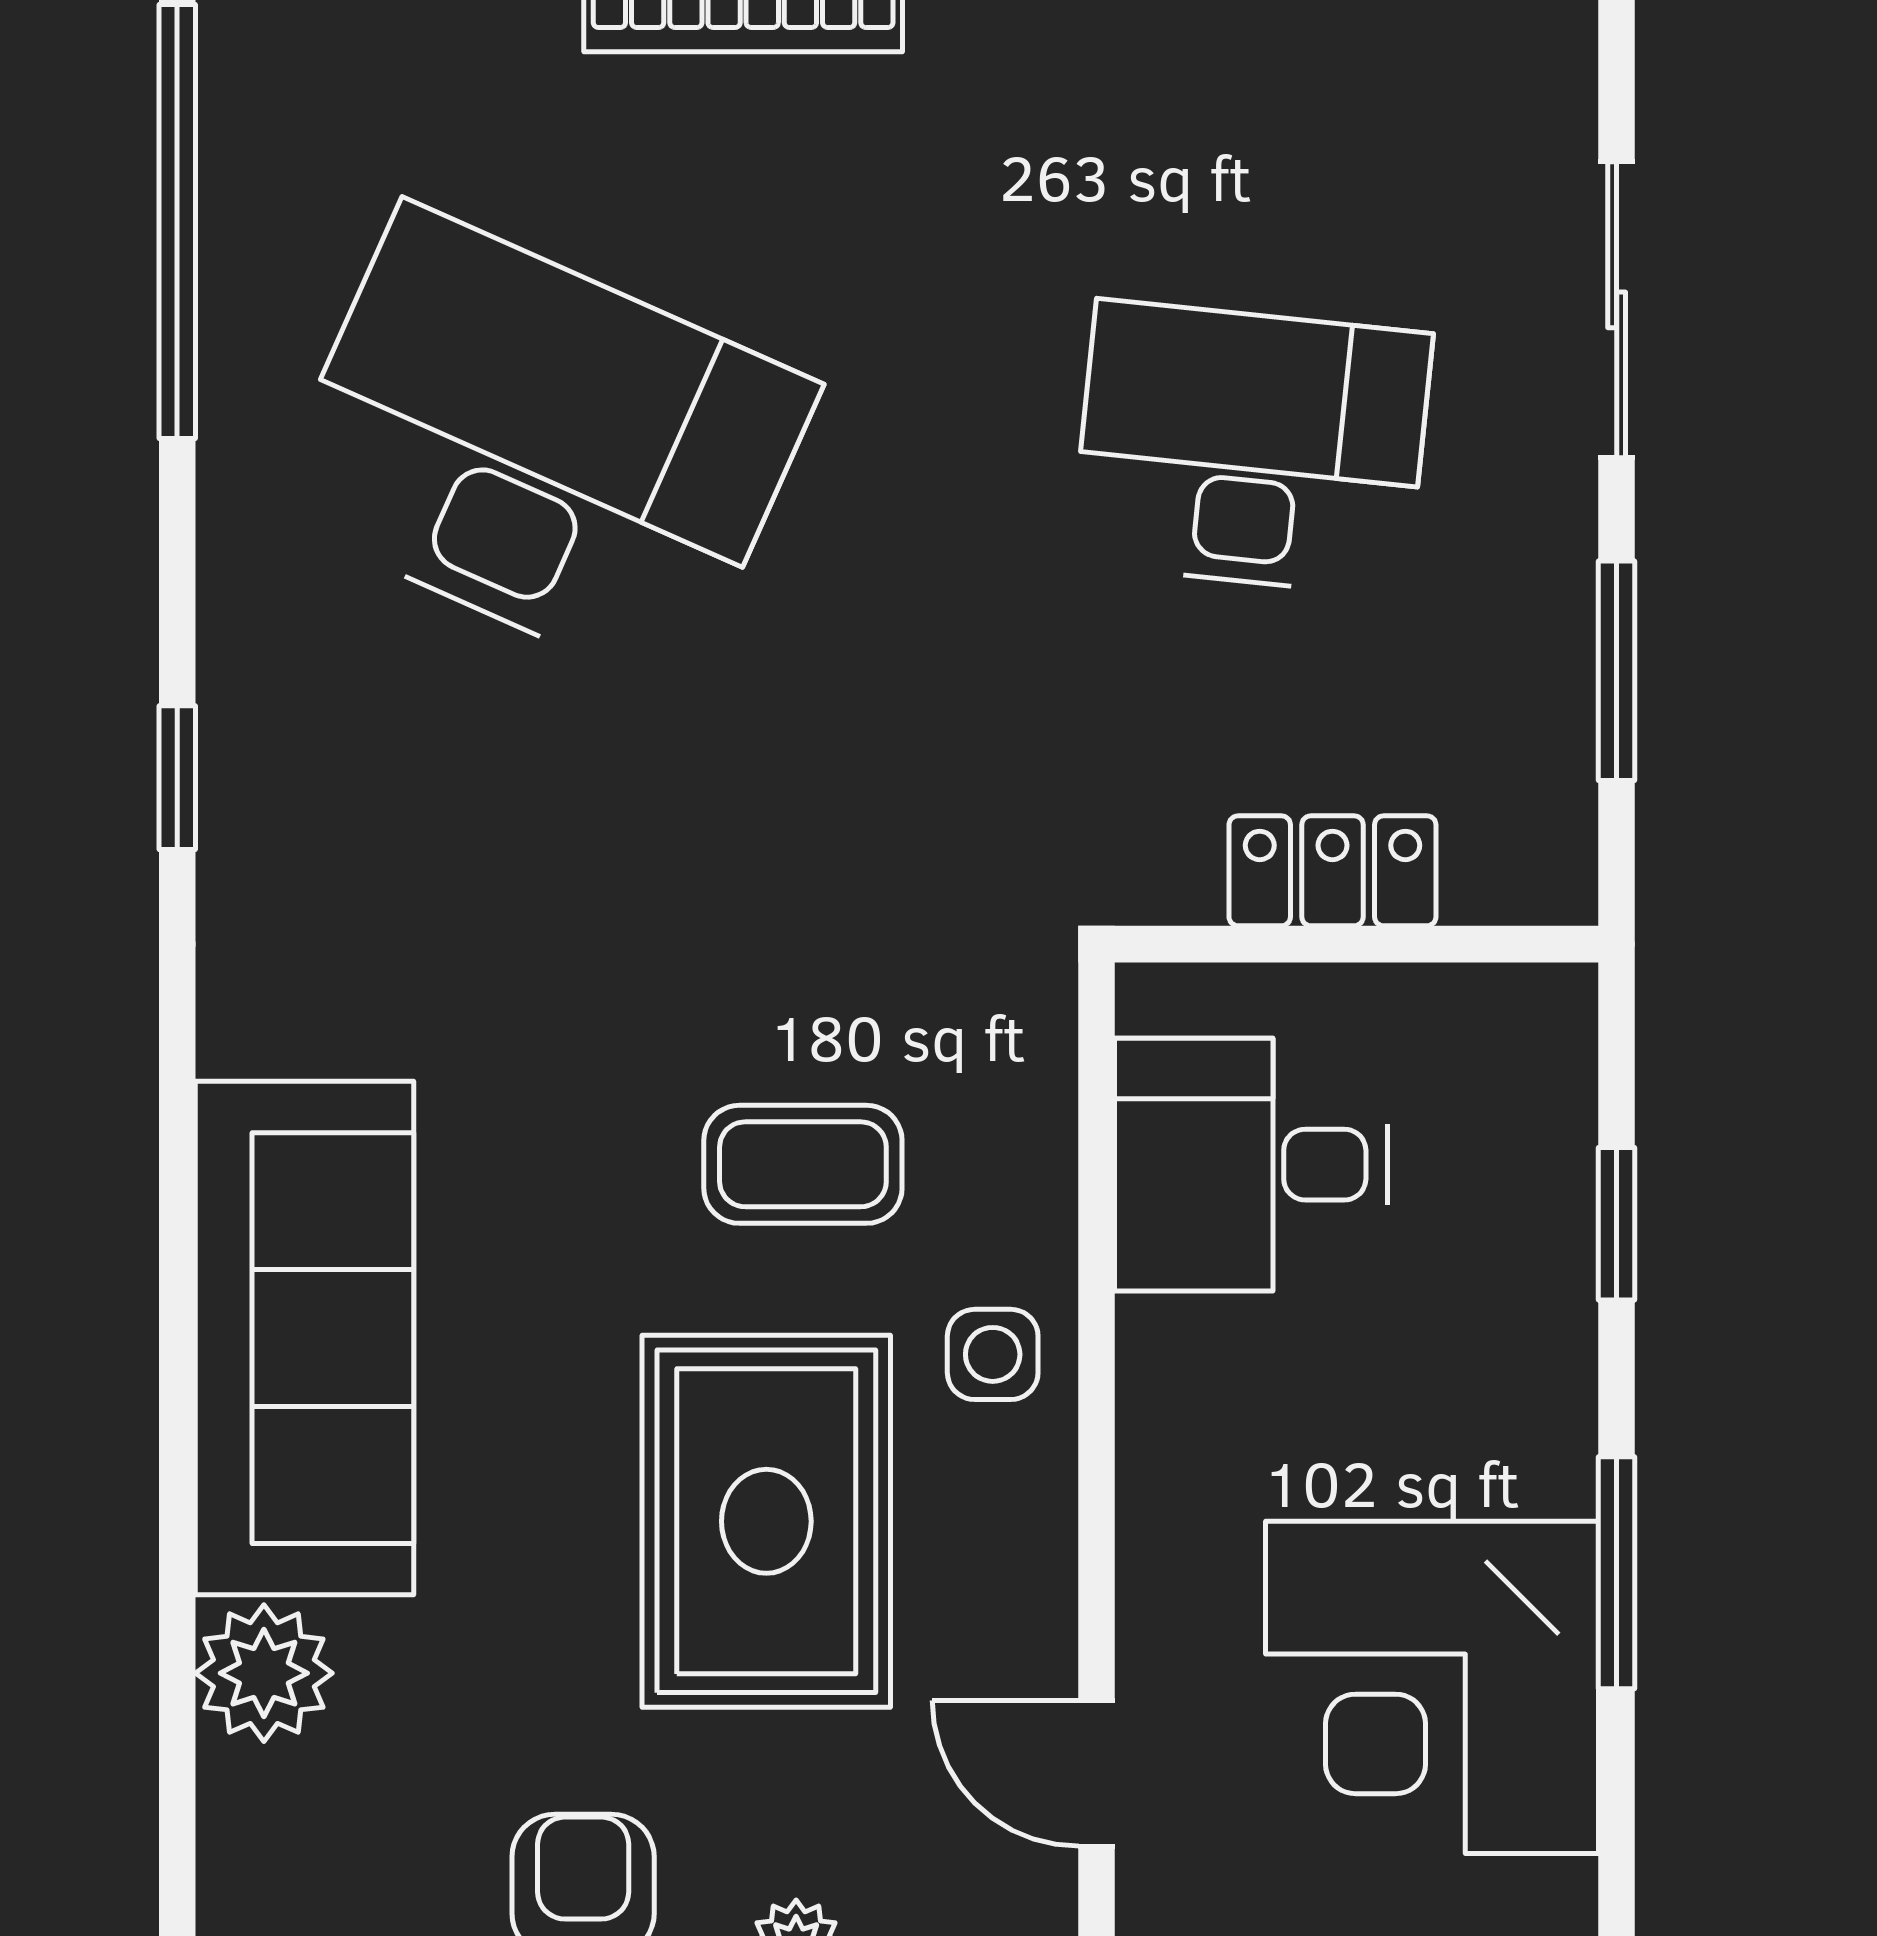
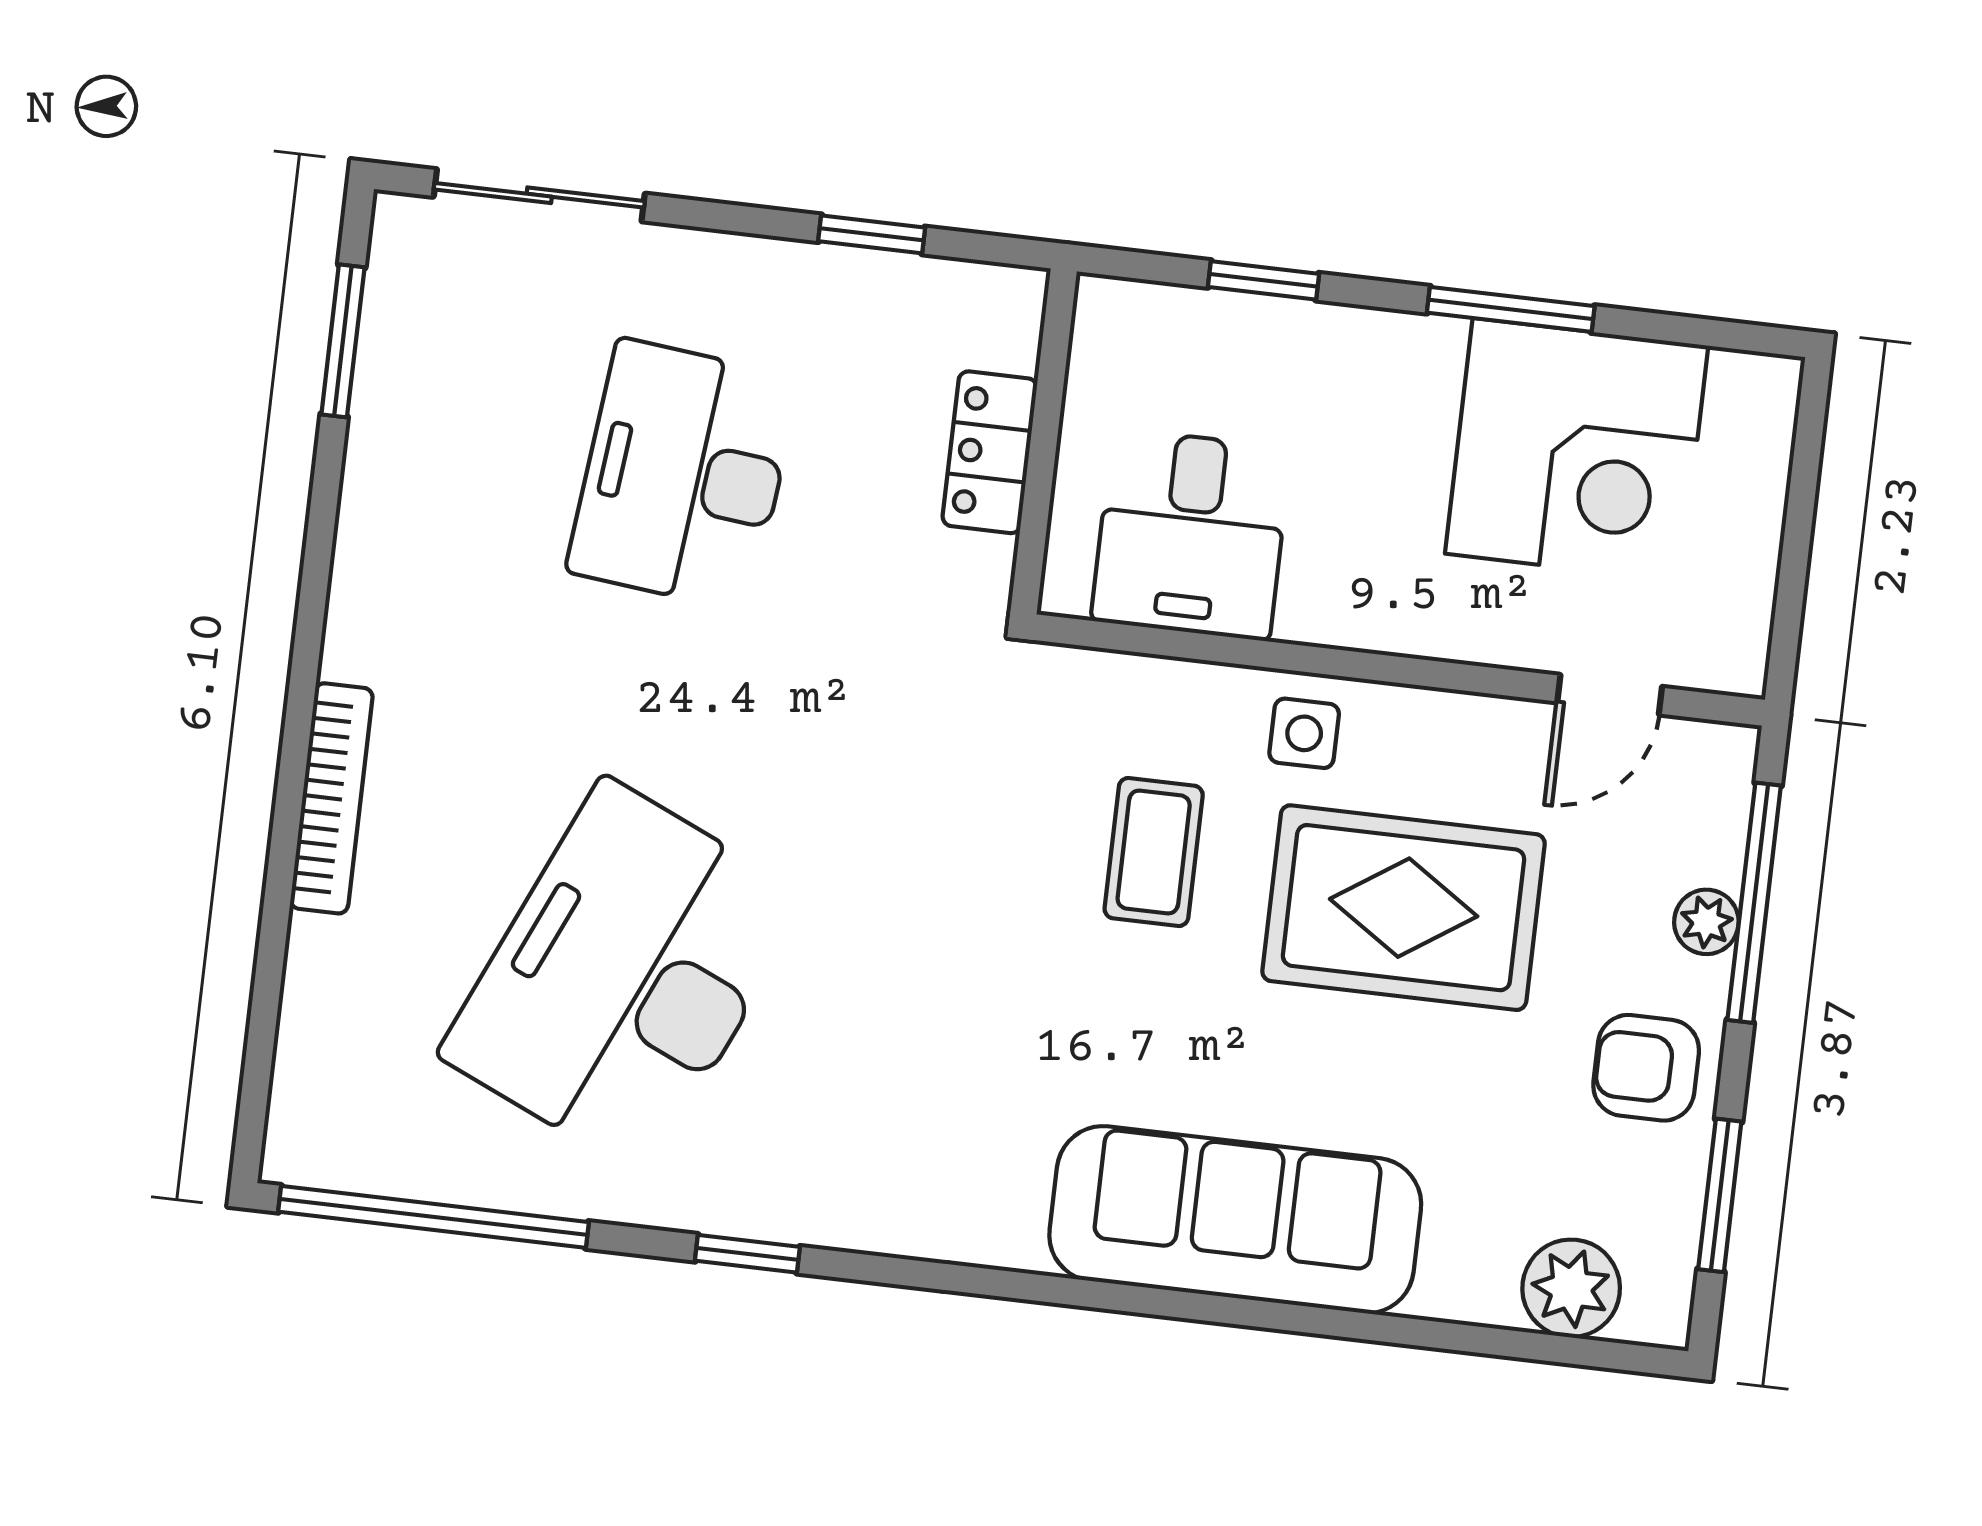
sliding door: (1617, 310) -> (539, 195), moved
window: (1617, 671) -> (872, 234), width x0.67
window: (177, 778) -> (747, 1254), moved
plant: (264, 1673) -> (1571, 1288), moved

